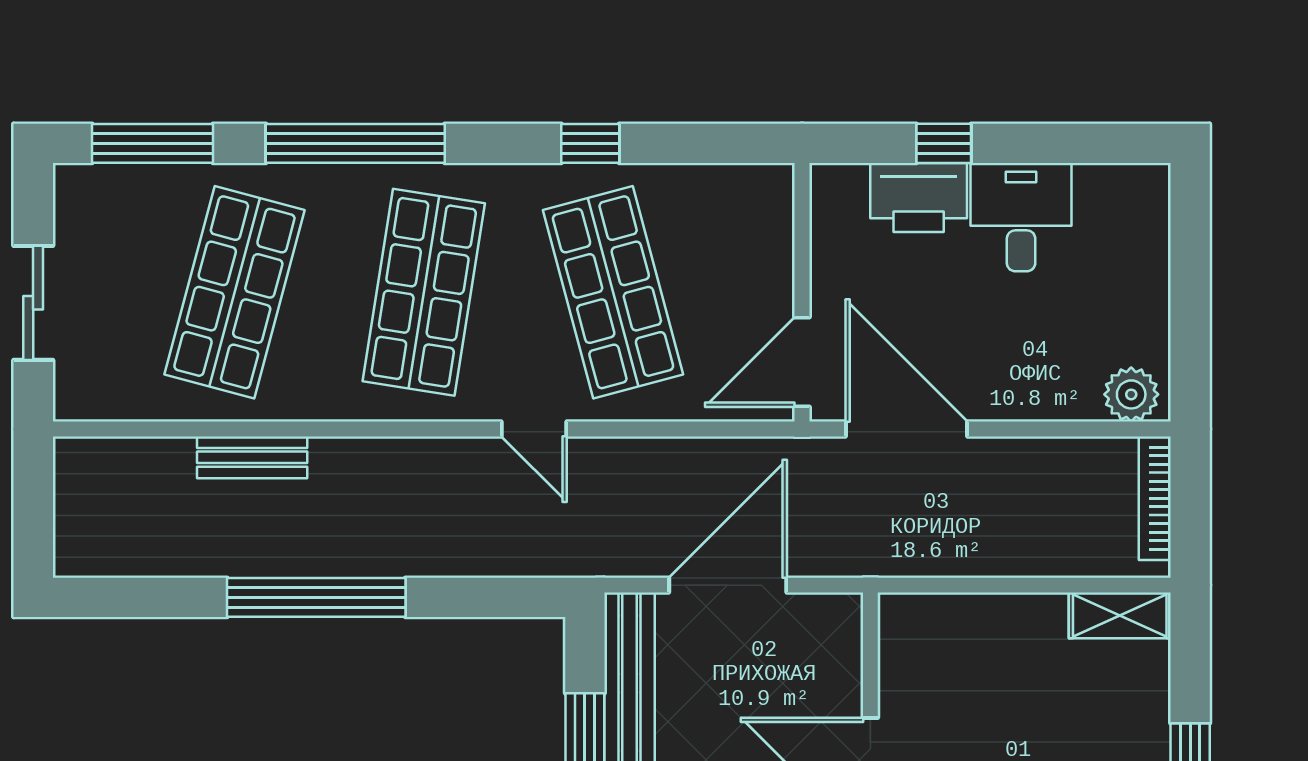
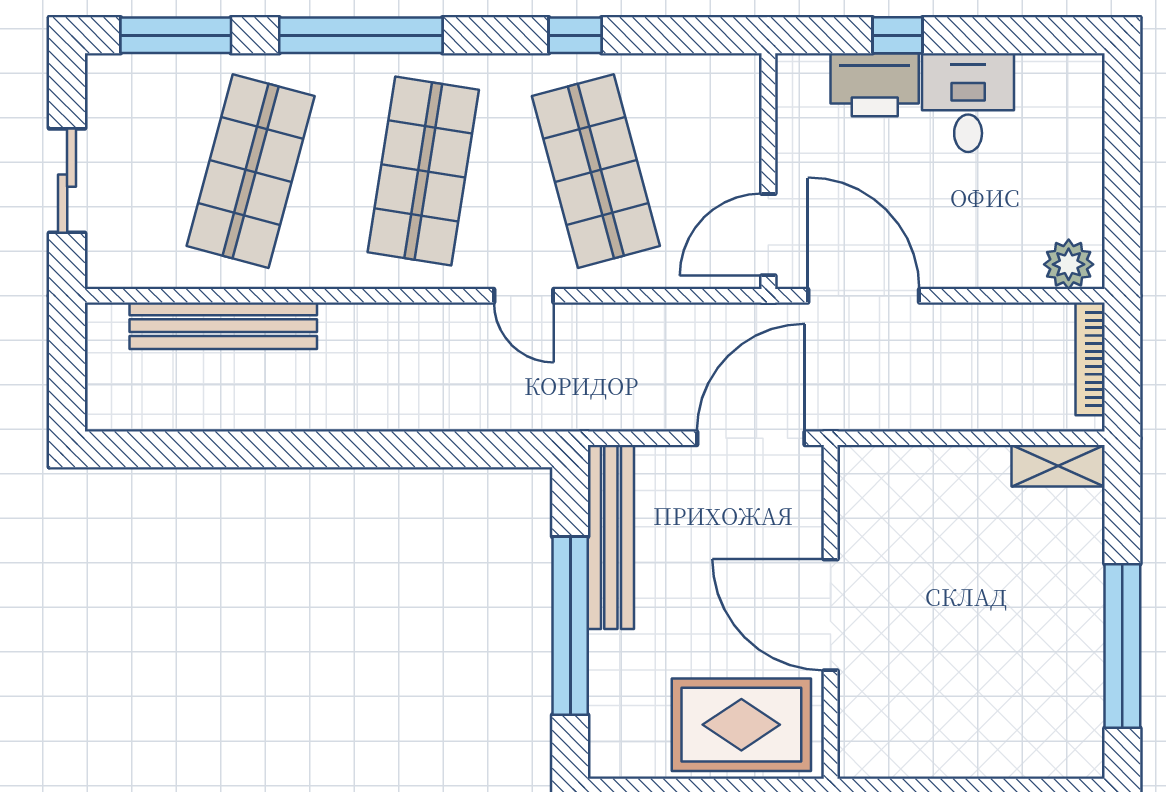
bench: (252, 457) -> (223, 326), width x1.86, depth x1.21
door: (728, 585) -> (751, 438), moved
window: (316, 597) -> (325, 449), removed

